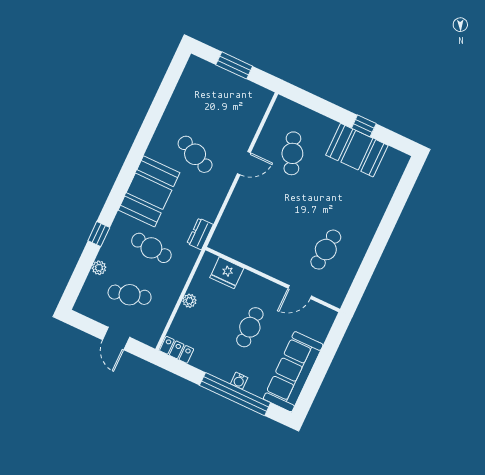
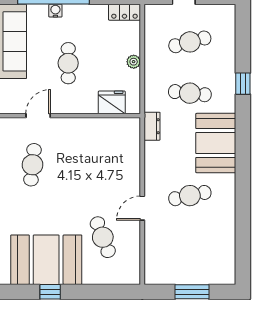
booth: (357, 150) -> (46, 260), width x1.36, depth x1.42
cafe table: (195, 154) -> (190, 196), turned -36
plant: (99, 268) -> (229, 53), removed

